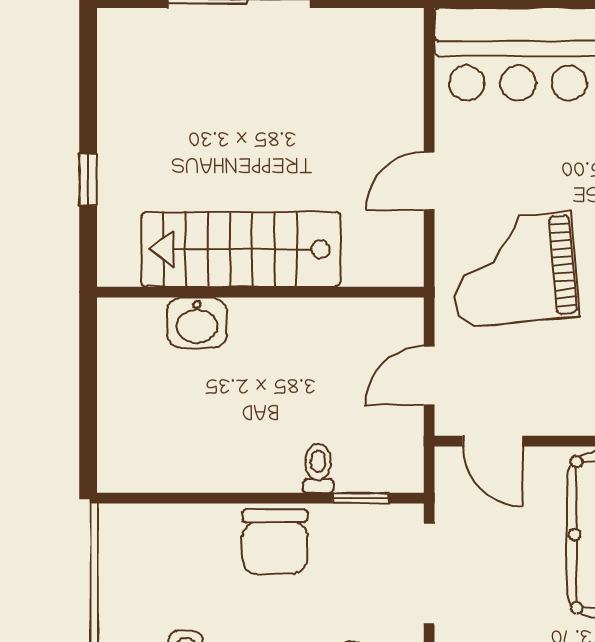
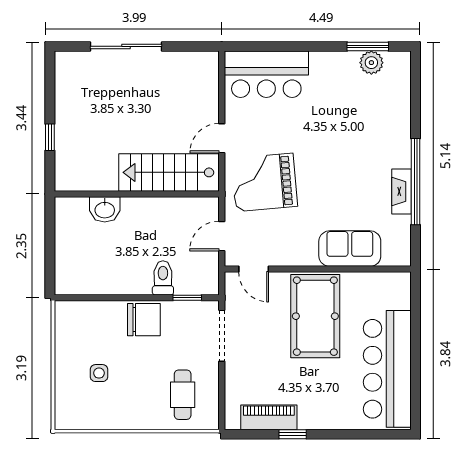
stairs: (241, 249) -> (169, 172), moved
toilet: (318, 468) -> (163, 278), width x1.37, depth x1.39
chair: (275, 542) -> (144, 320), turned -90

